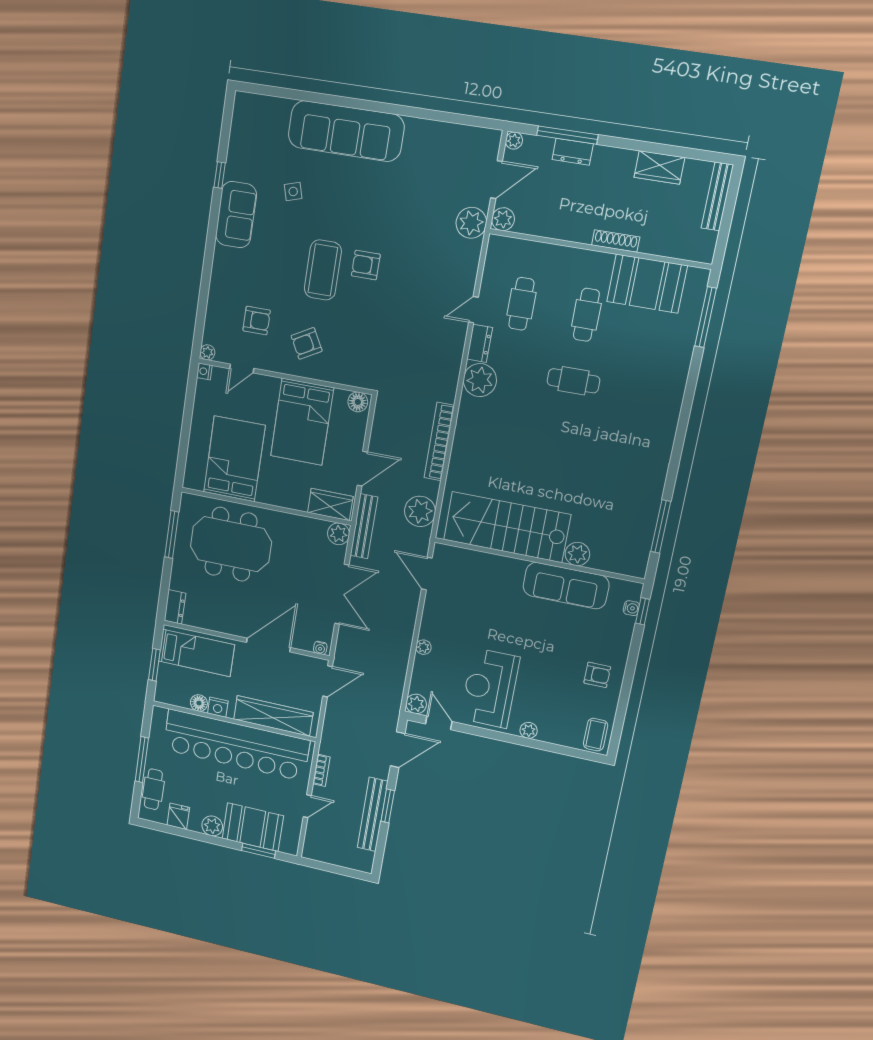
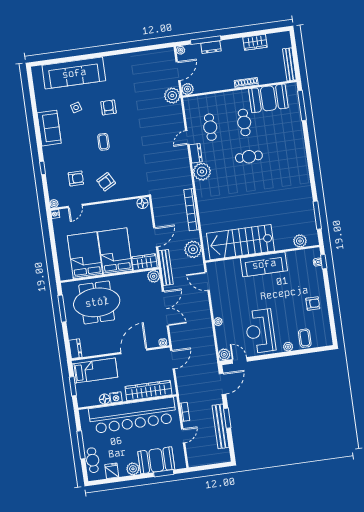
sofa: (346, 131) -> (74, 73), moved
window: (220, 175) -> (43, 168), moved
bench: (717, 197) -> (289, 64), moved
armchair: (366, 265) -> (108, 107), moved, turned 90
coffee table: (323, 270) -> (103, 142), width x0.54, depth x0.58
bed: (302, 422) -> (115, 251), moved, turned 180
plant: (577, 554) -> (300, 241), moved
sofa: (566, 586) -> (264, 264), moved
coffee table: (596, 735) -> (305, 338), moved

